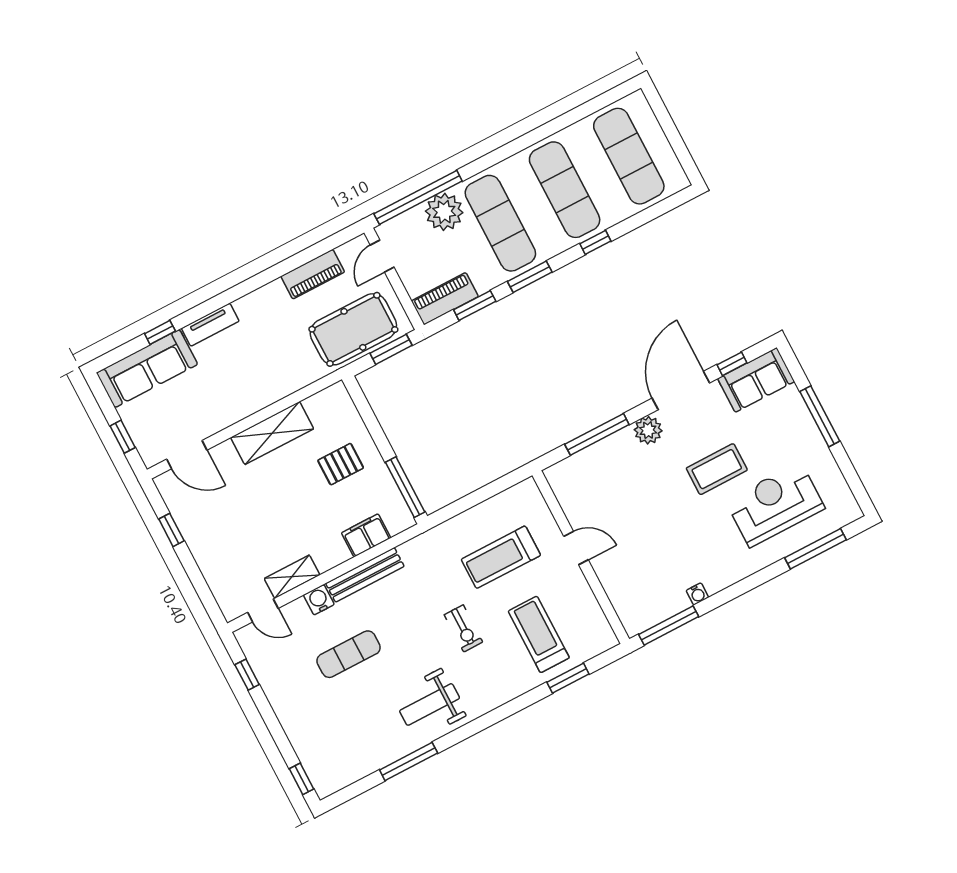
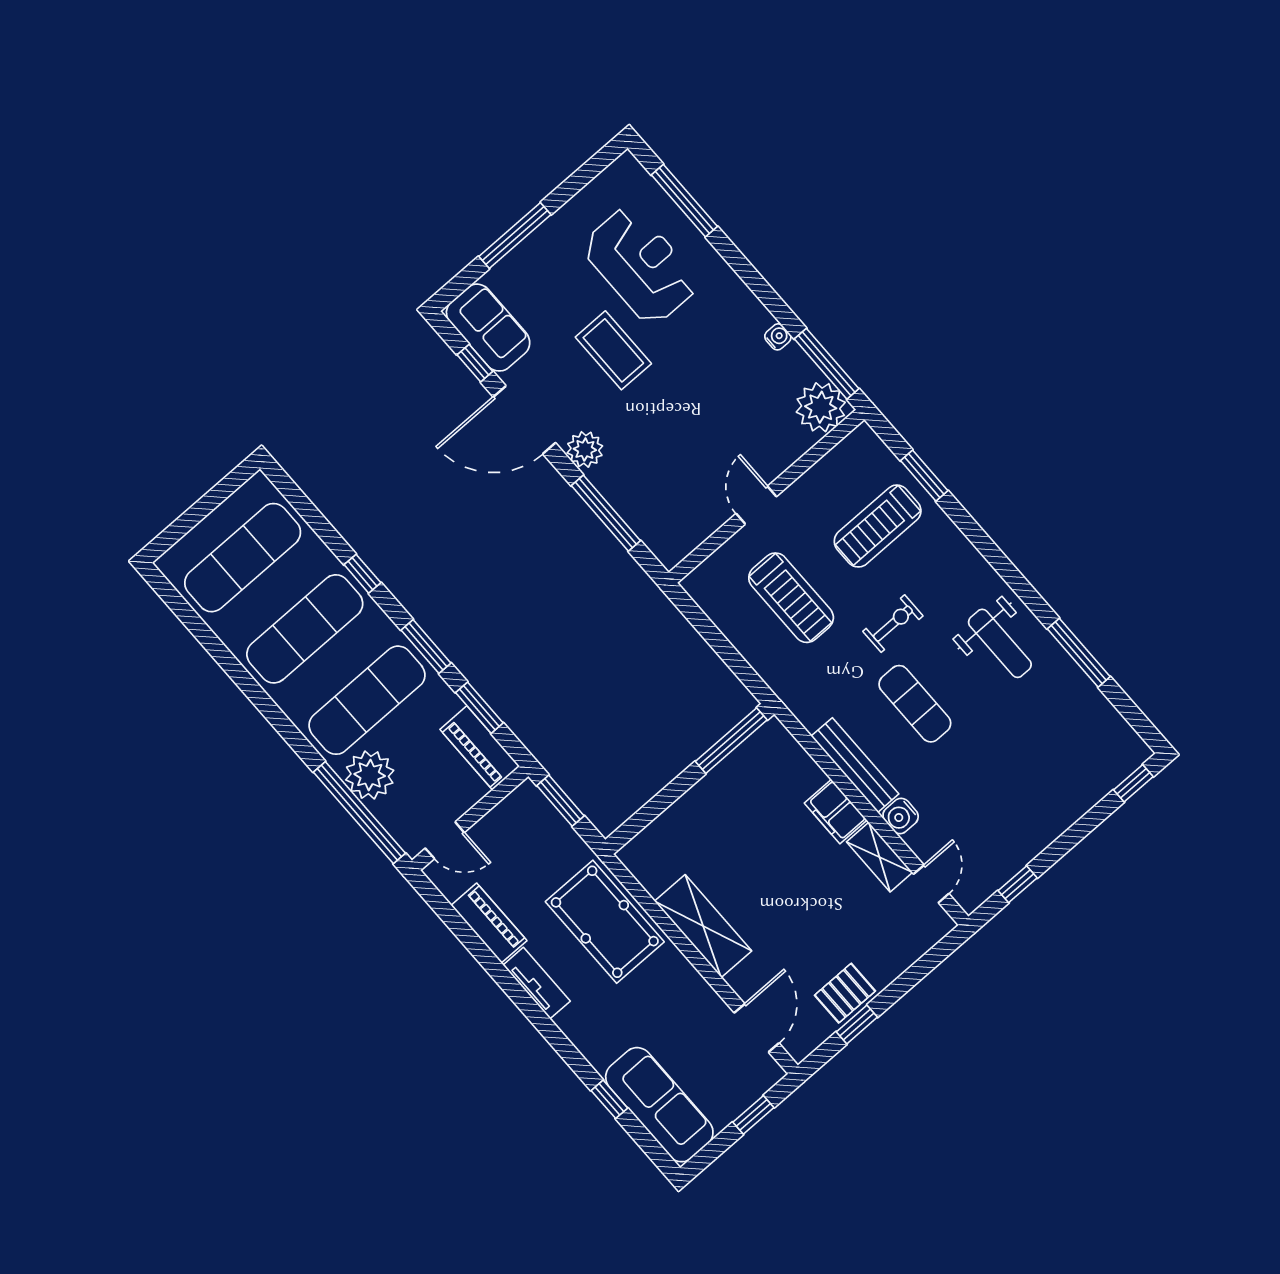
tv unit: (210, 325) -> (537, 983), moved
pool table: (353, 329) -> (605, 922), moved
pallet: (341, 464) -> (845, 993), moved, turned 90
reception desk: (775, 504) -> (640, 265), turned 180
filing cabinet: (366, 535) -> (836, 812), moved
plant: (637, 613) -> (821, 407), added
exercise mat: (349, 654) -> (915, 704), moved

